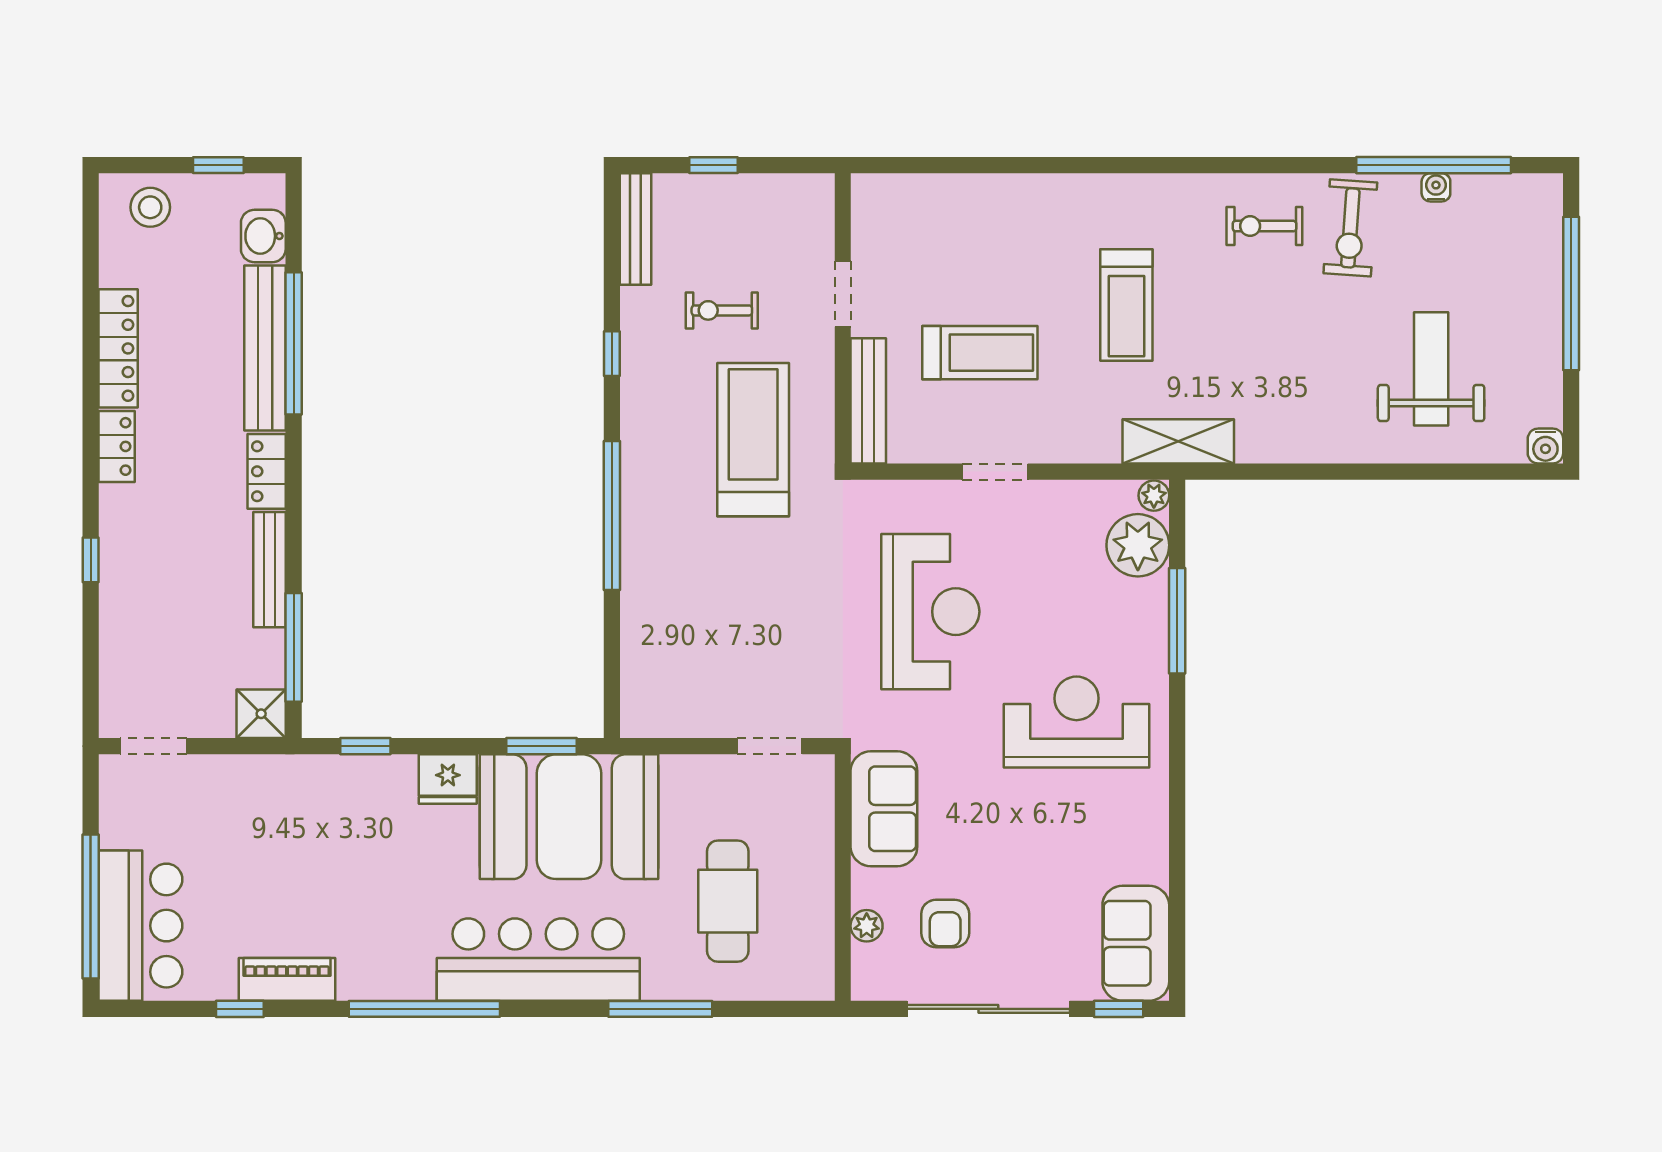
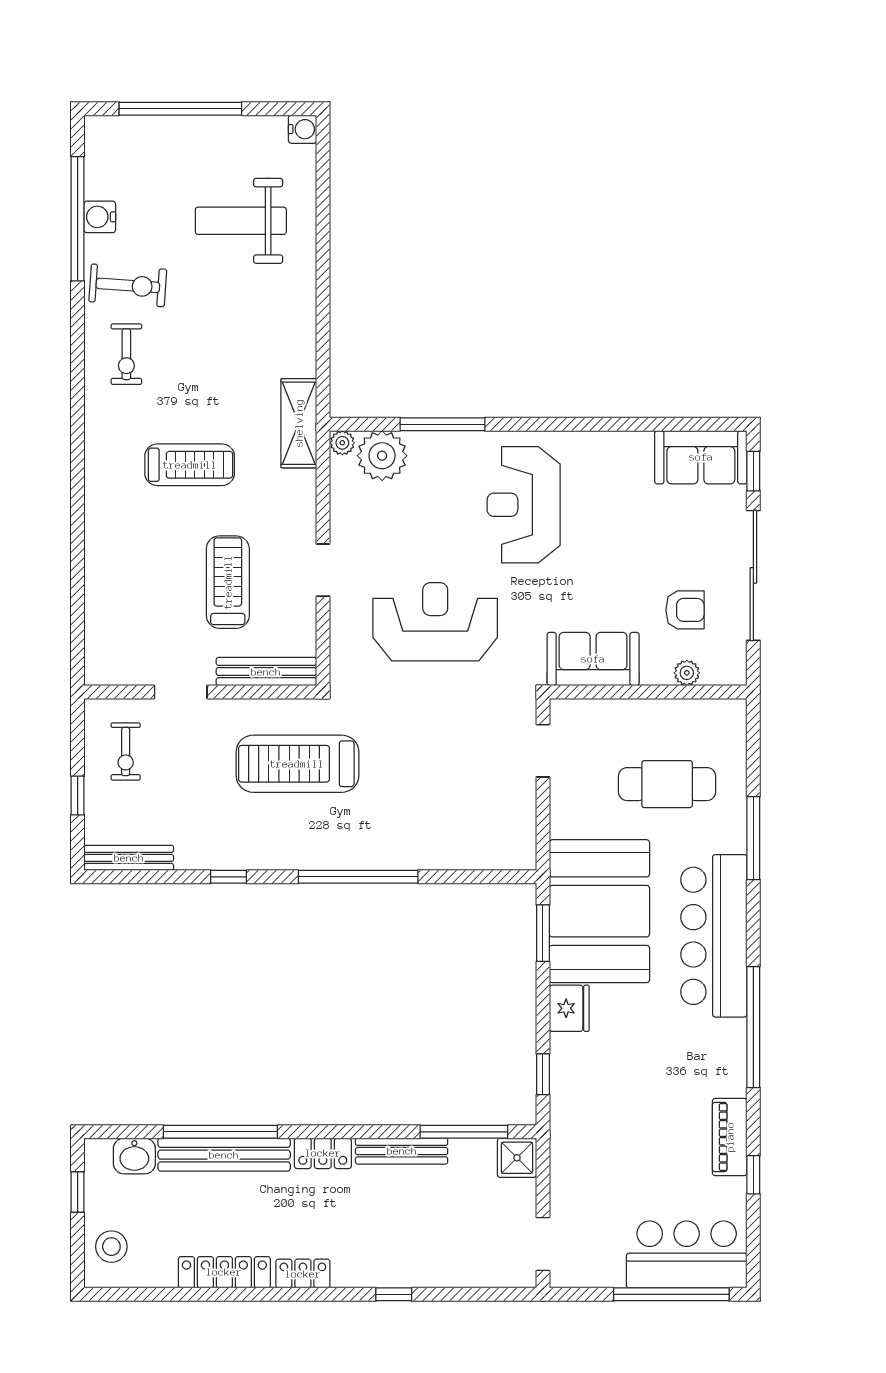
water cooler: (1436, 187) -> (100, 217), width x1.38, depth x1.38
exercise bike: (722, 310) -> (126, 752), moved

